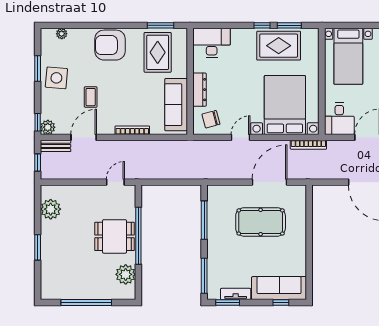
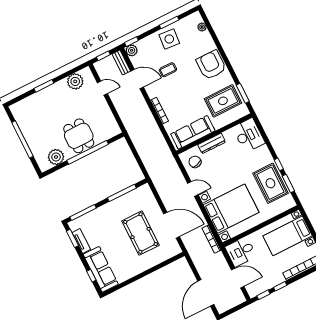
door: (115, 182) -> (102, 88), moved

